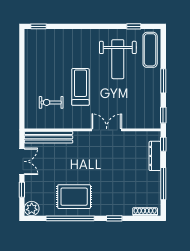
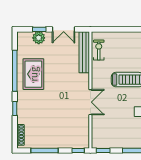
exercise bike: (51, 102) -> (99, 50), moved
dresser: (155, 156) -> (68, 143), removed
plant: (32, 209) -> (39, 38), moved

